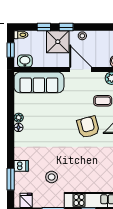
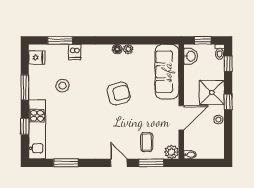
window: (44, 27) -> (228, 64), moved
armchair: (88, 127) -> (119, 94), moved

